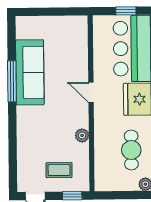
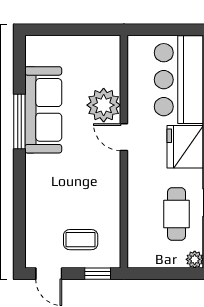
window: (126, 11) -> (171, 30), removed
plant: (82, 135) -> (104, 105), moved, width x1.88, depth x1.88

